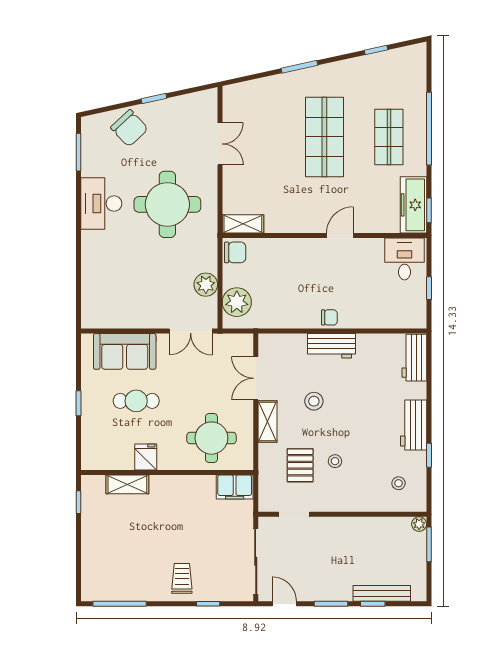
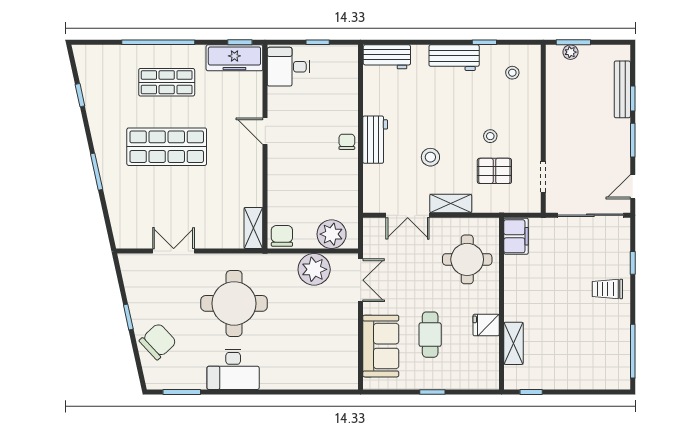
plant: (206, 285) -> (314, 269), width x1.36, depth x1.36
plant: (419, 524) -> (570, 52), moved

